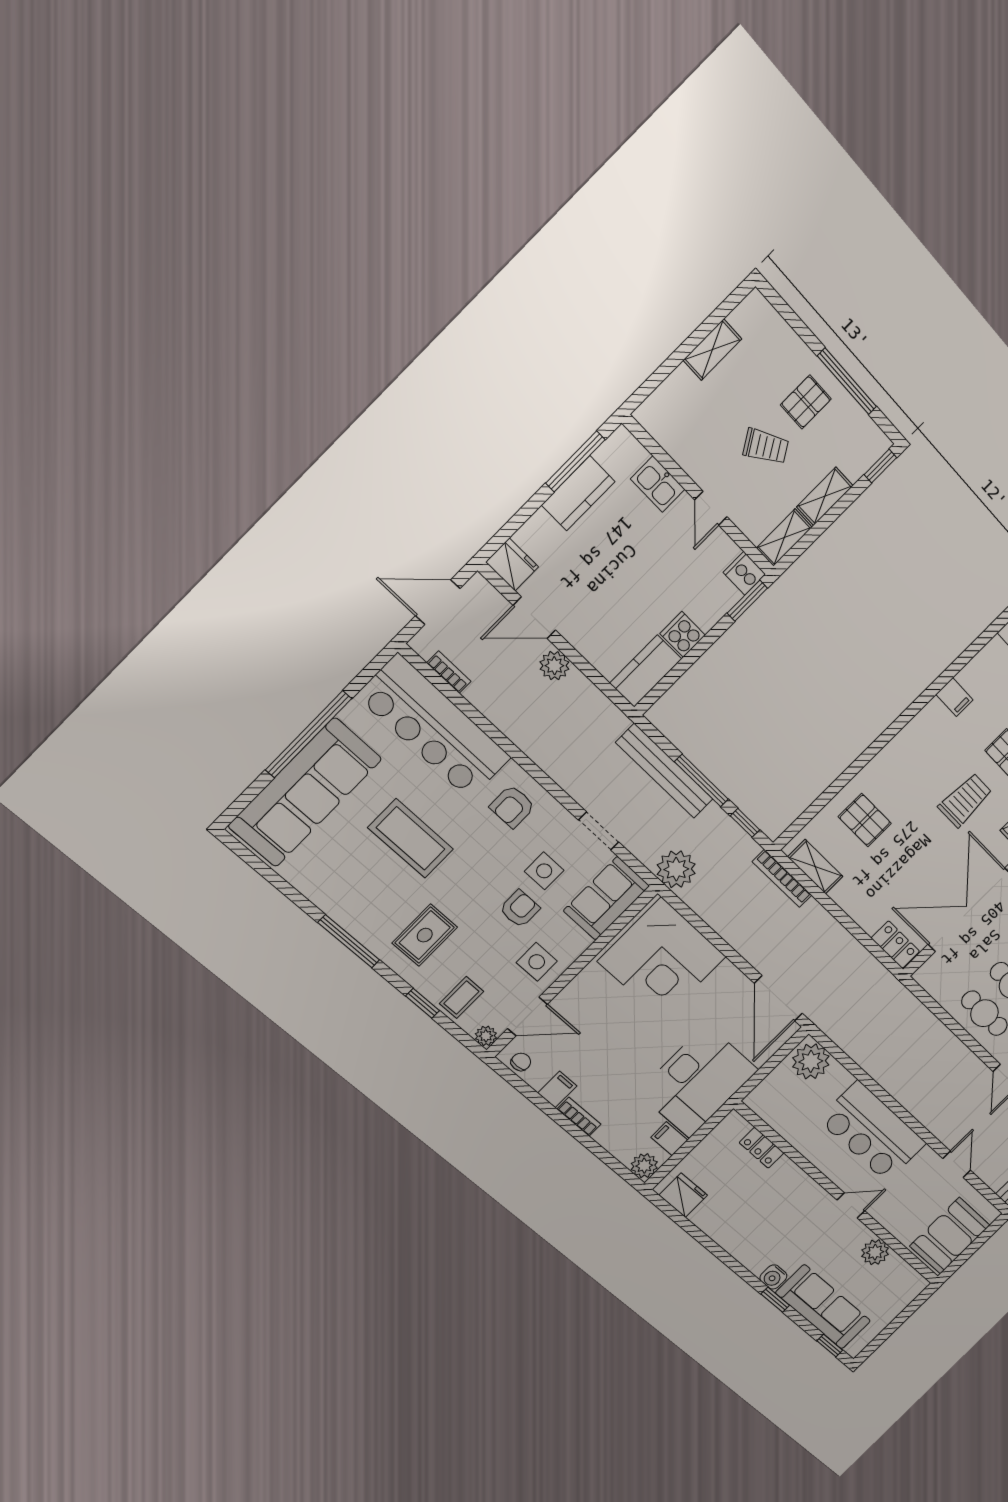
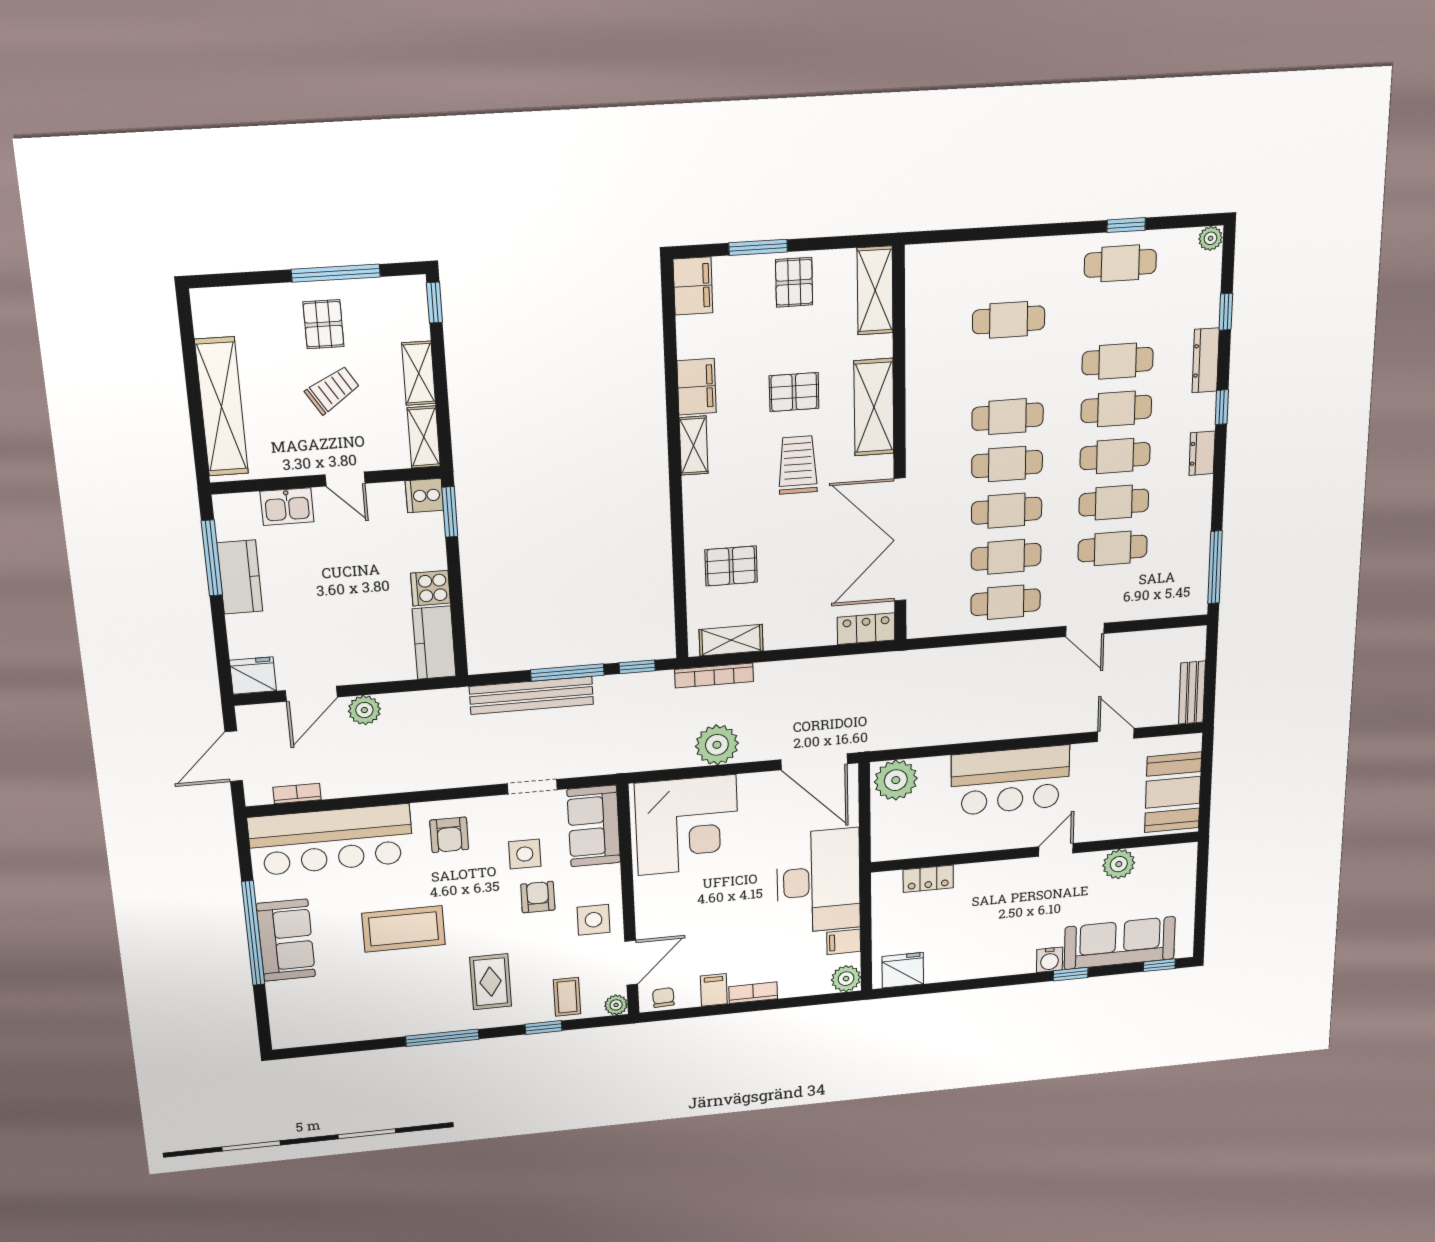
shelving: (712, 350) -> (222, 407), width x2.20, depth x1.33
filing cabinet: (954, 697) -> (697, 387), width x2.00
shelving: (924, 722) -> (694, 446), added
sofa: (305, 792) -> (286, 940), width x0.54, depth x0.79
plant: (676, 869) -> (717, 745), moved

